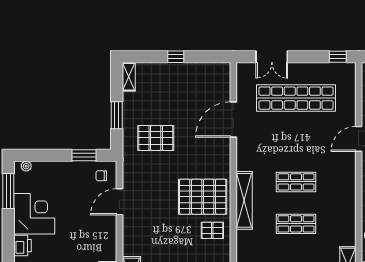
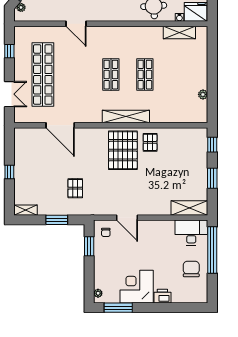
window: (338, 57) -> (9, 51), moved
pallet: (156, 138) -> (75, 188), width x0.67, depth x0.71

